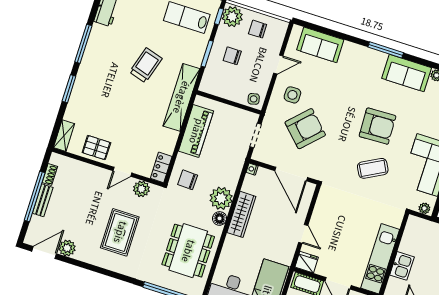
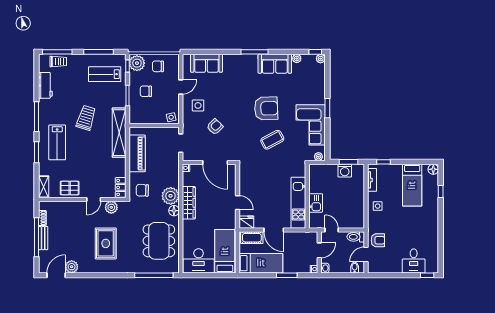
lab bench: (99, 85) -> (57, 142), added
armchair: (305, 129) -> (215, 127), width x0.53, depth x0.53

